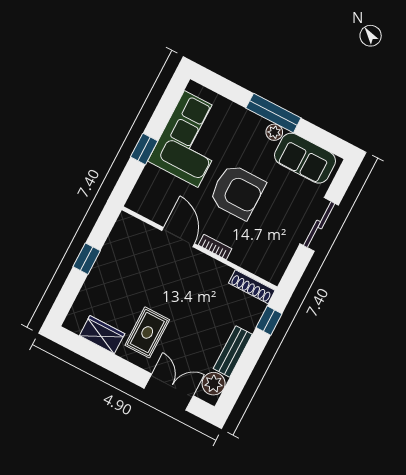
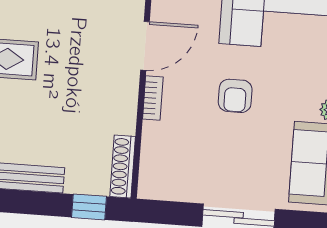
armchair: (237, 192) -> (235, 96), width x0.53, depth x0.53

